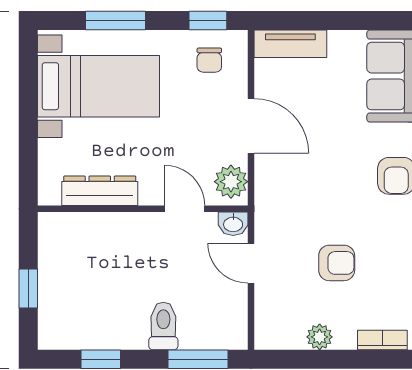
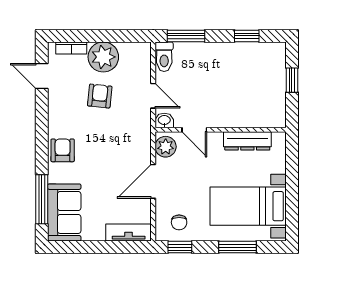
chair: (209, 60) -> (179, 222), turned 180
door: (251, 126) -> (153, 181), hinge flipped
armchair: (337, 263) -> (100, 96), turned 96
toilet: (163, 326) -> (164, 57), moved
plant: (320, 337) -> (103, 57), width x1.87, depth x1.87

